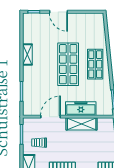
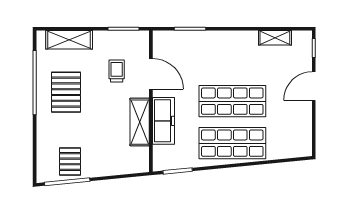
shelving: (27, 54) -> (275, 38), moved
shop shelf: (95, 64) -> (232, 143), width x1.43, depth x1.36
trolley: (39, 143) -> (117, 71), moved

